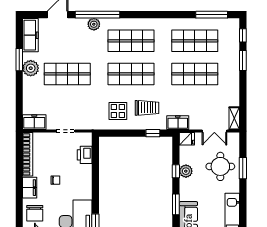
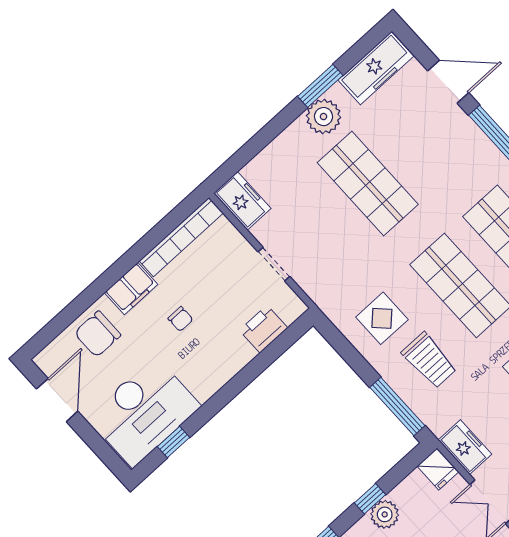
plant: (94, 24) -> (486, 154), removed
freezer: (178, 123) -> (465, 447), moved
window: (153, 133) -> (397, 407), width x2.17

